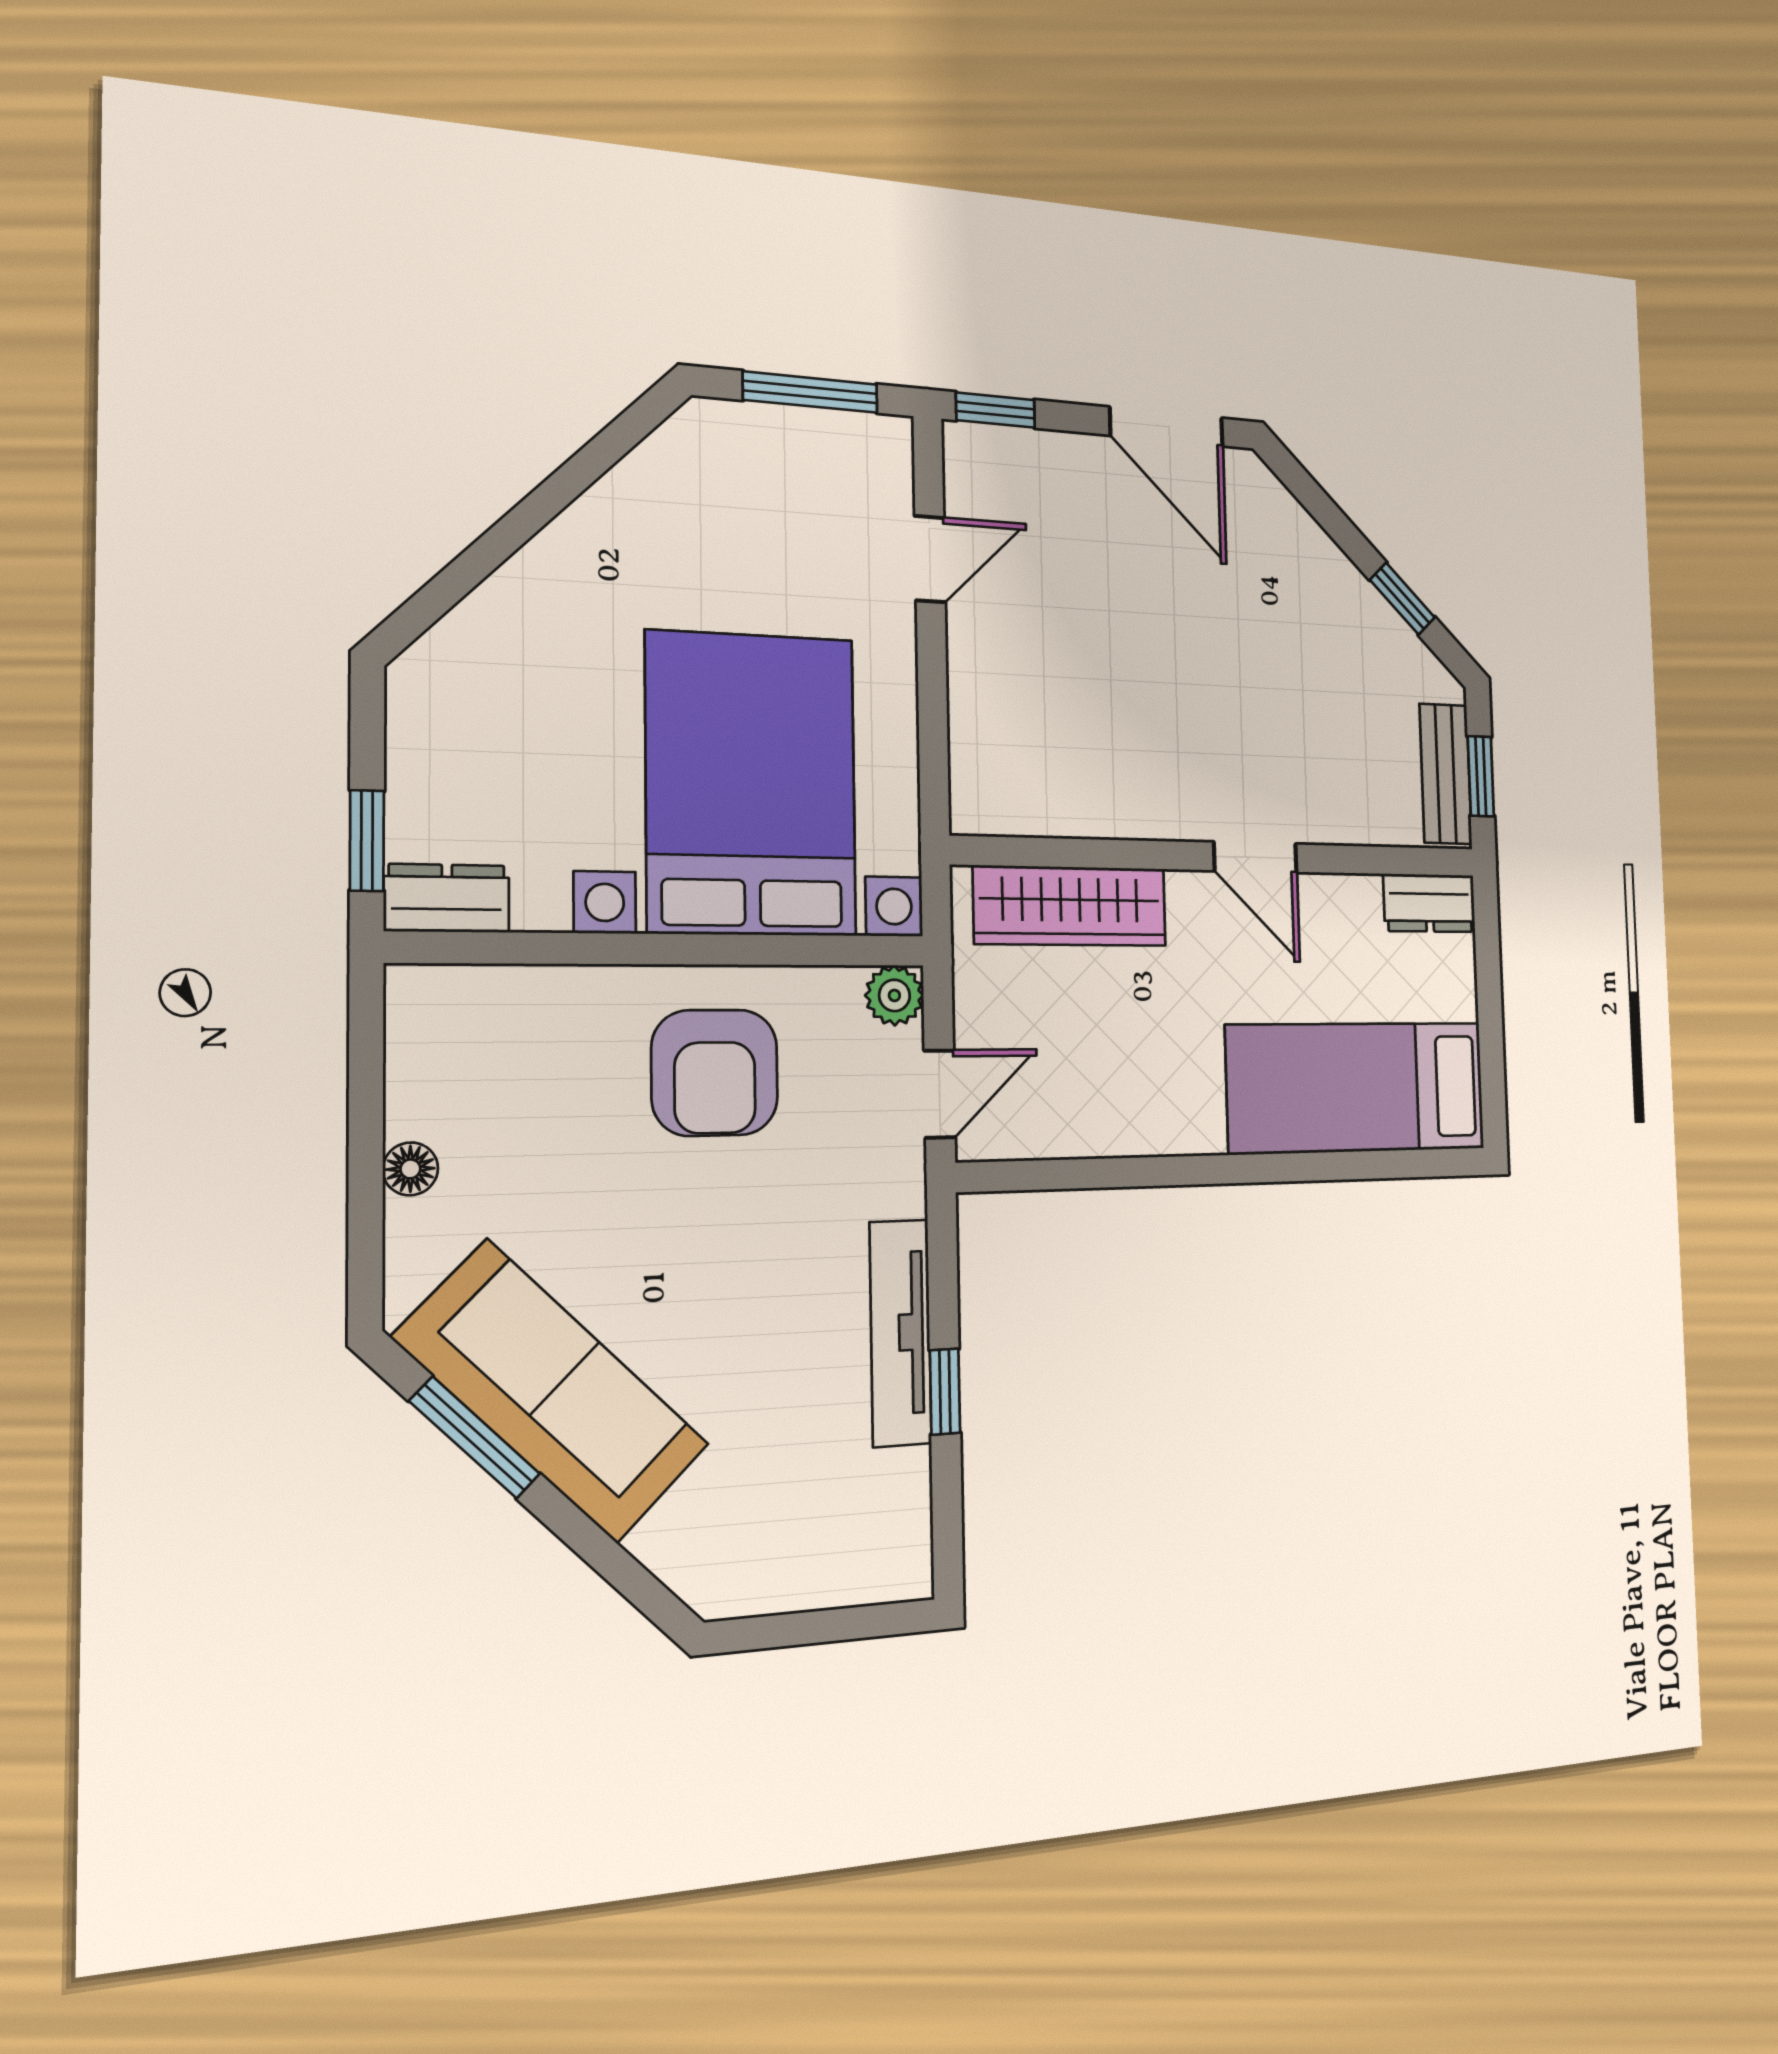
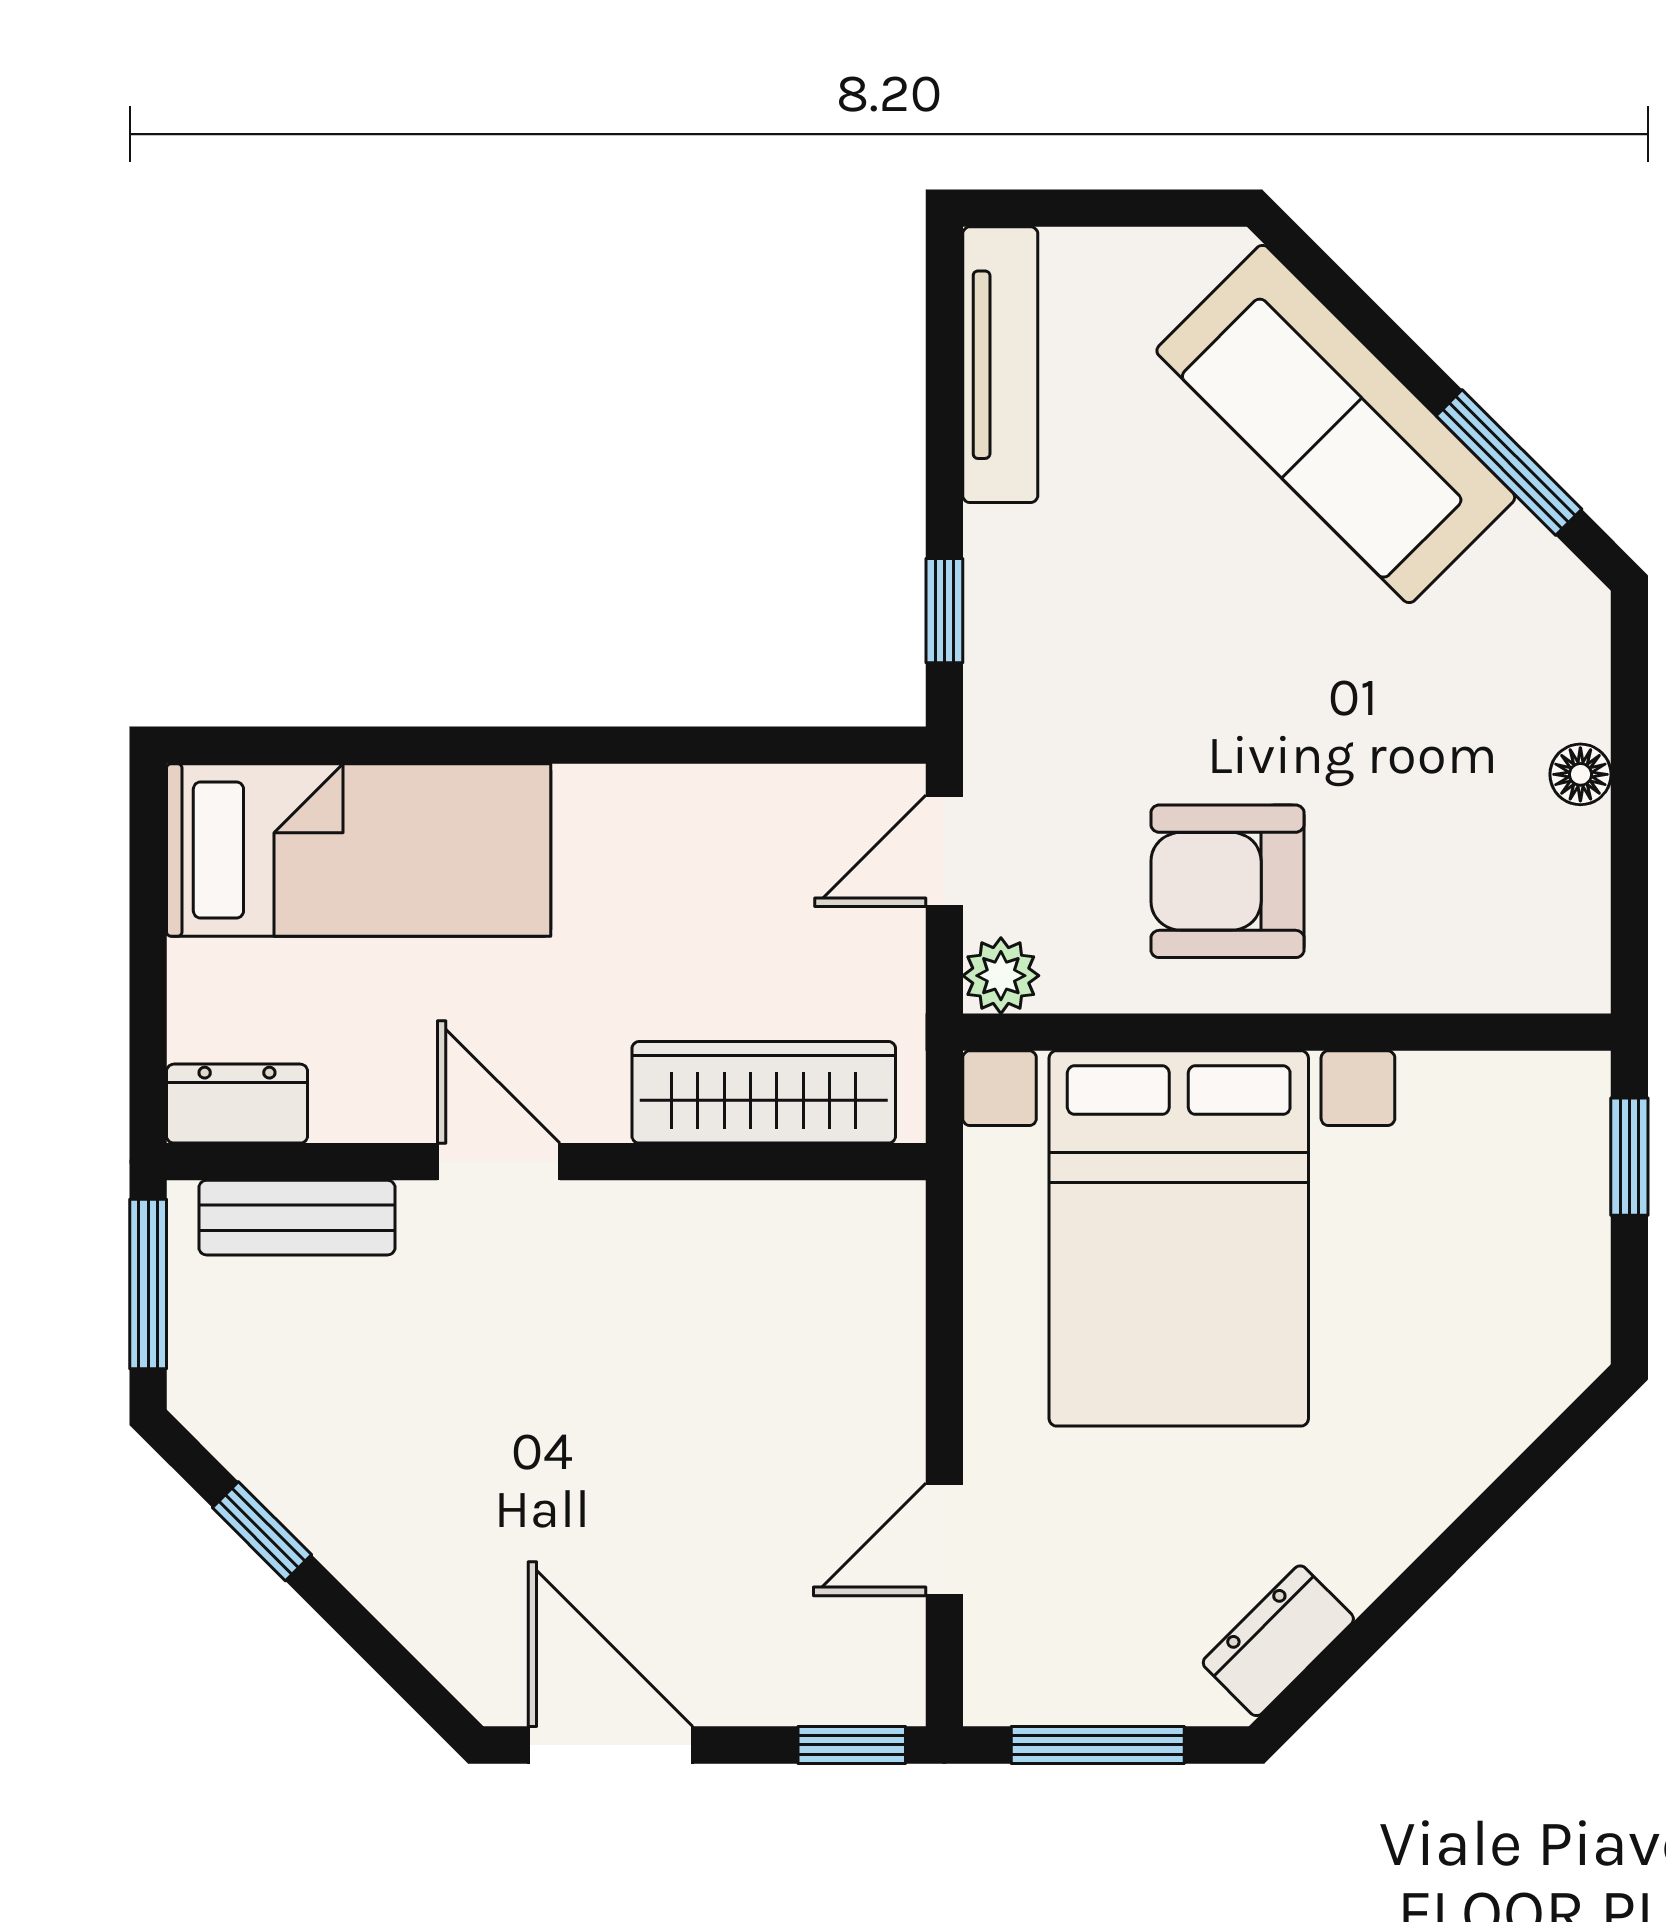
bench: (1446, 774) -> (297, 1218), moved, turned 90
window: (1481, 776) -> (148, 1284), width x1.50
dresser: (447, 898) -> (1278, 1641), moved, turned 135
armchair: (715, 1073) -> (1227, 881), turned -90
tv unit: (900, 1333) -> (1000, 365), moved
sofa: (552, 1392) -> (1336, 424), moved
window: (945, 1392) -> (944, 611), moved

